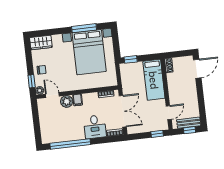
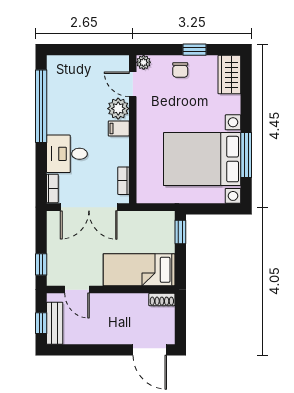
window: (32, 81) -> (194, 50), moved
door: (52, 95) -> (133, 84), swing flipped

